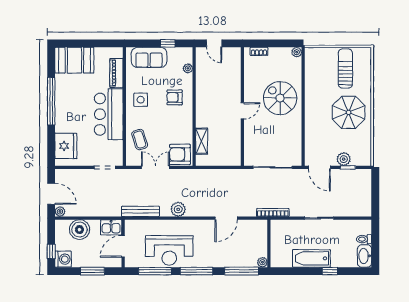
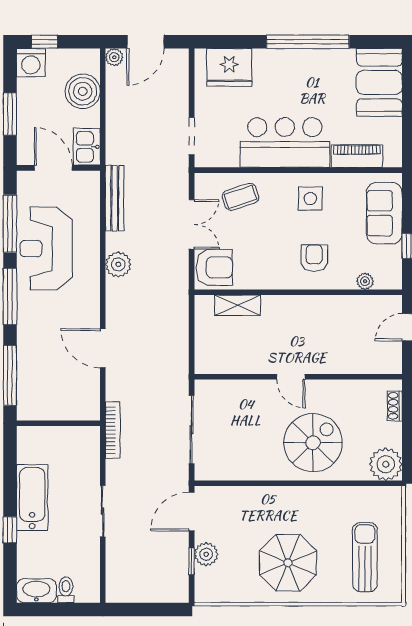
plant: (297, 52) -> (386, 464), width x1.87, depth x1.87
sun lounger: (345, 69) -> (365, 557), turned -90
armchair: (180, 154) -> (214, 267), turned 90
plant: (262, 262) -> (25, 412), removed

